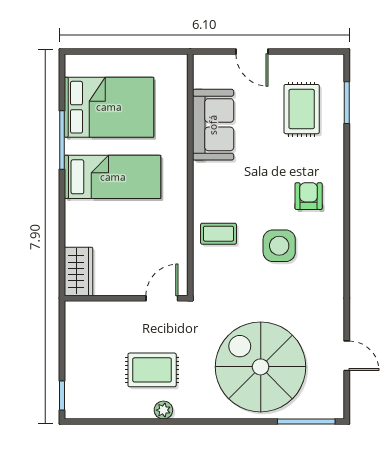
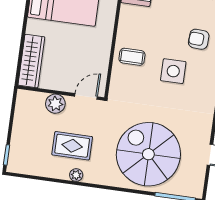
armchair: (309, 196) -> (199, 39), turned -87
wardrobe: (79, 271) -> (31, 61), width x1.50
plant: (120, 314) -> (55, 104), added

